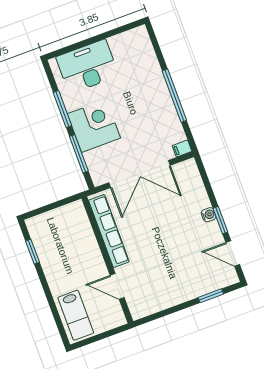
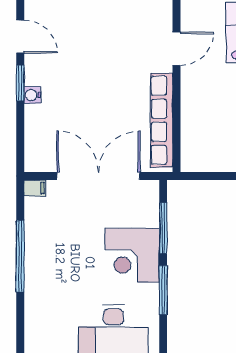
door: (117, 286) -> (177, 49), hinge flipped

